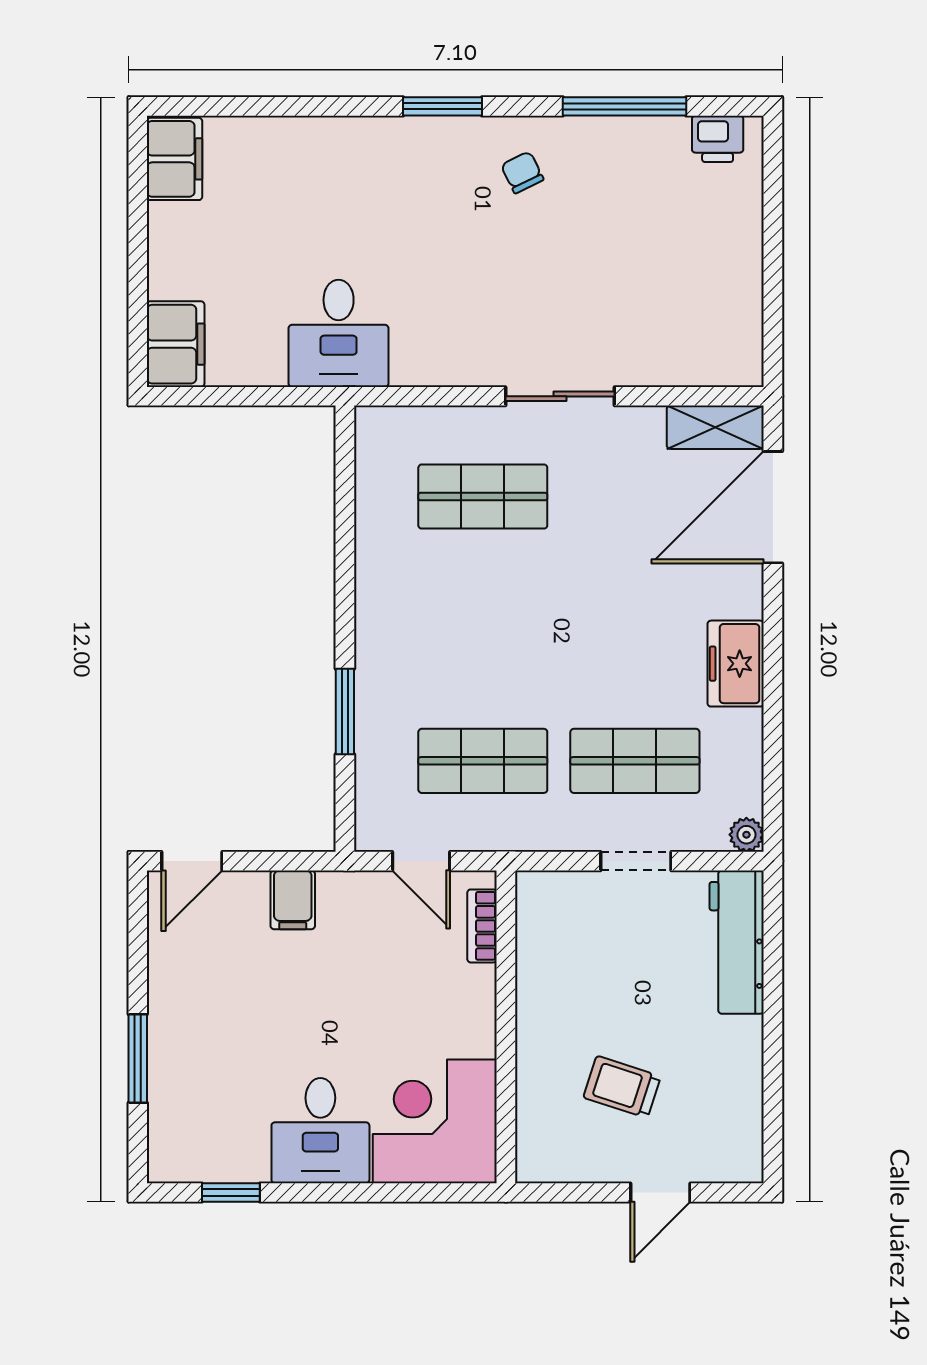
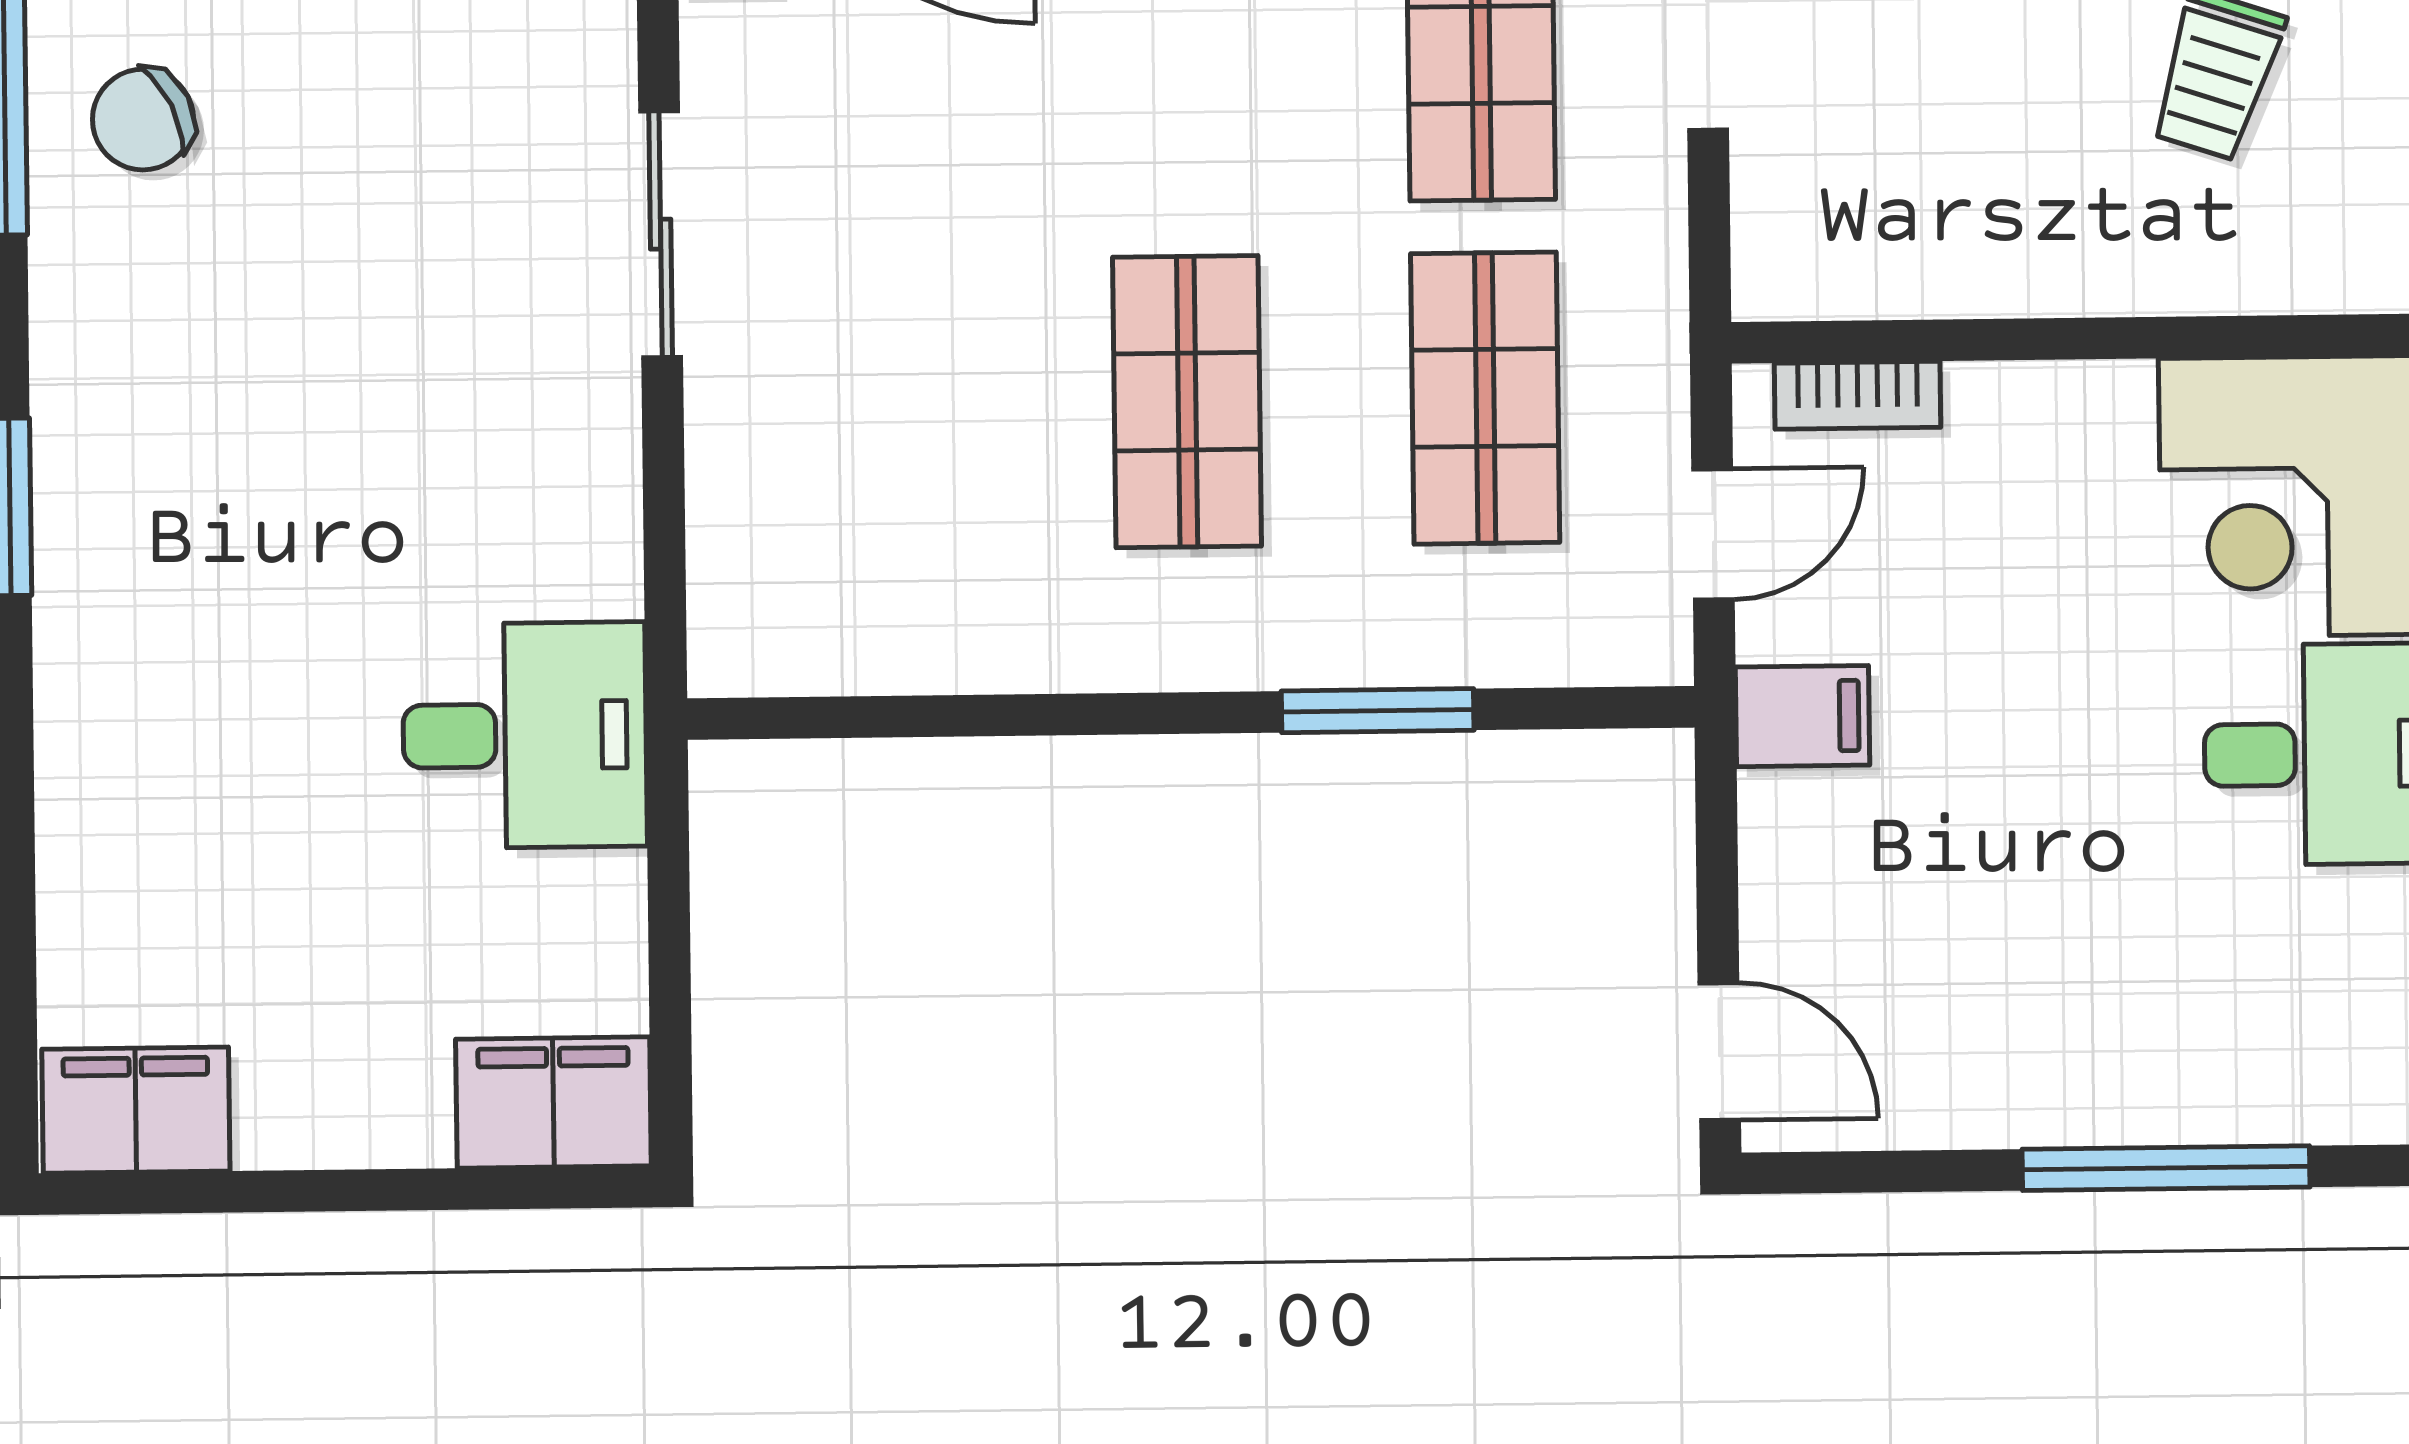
chair: (522, 172) -> (143, 120), moved, width x1.37, depth x1.37
shop shelf: (483, 497) -> (1187, 402), moved
filing cabinet: (293, 900) -> (1803, 716), moved
window: (138, 1058) -> (2166, 1168), width x1.44

